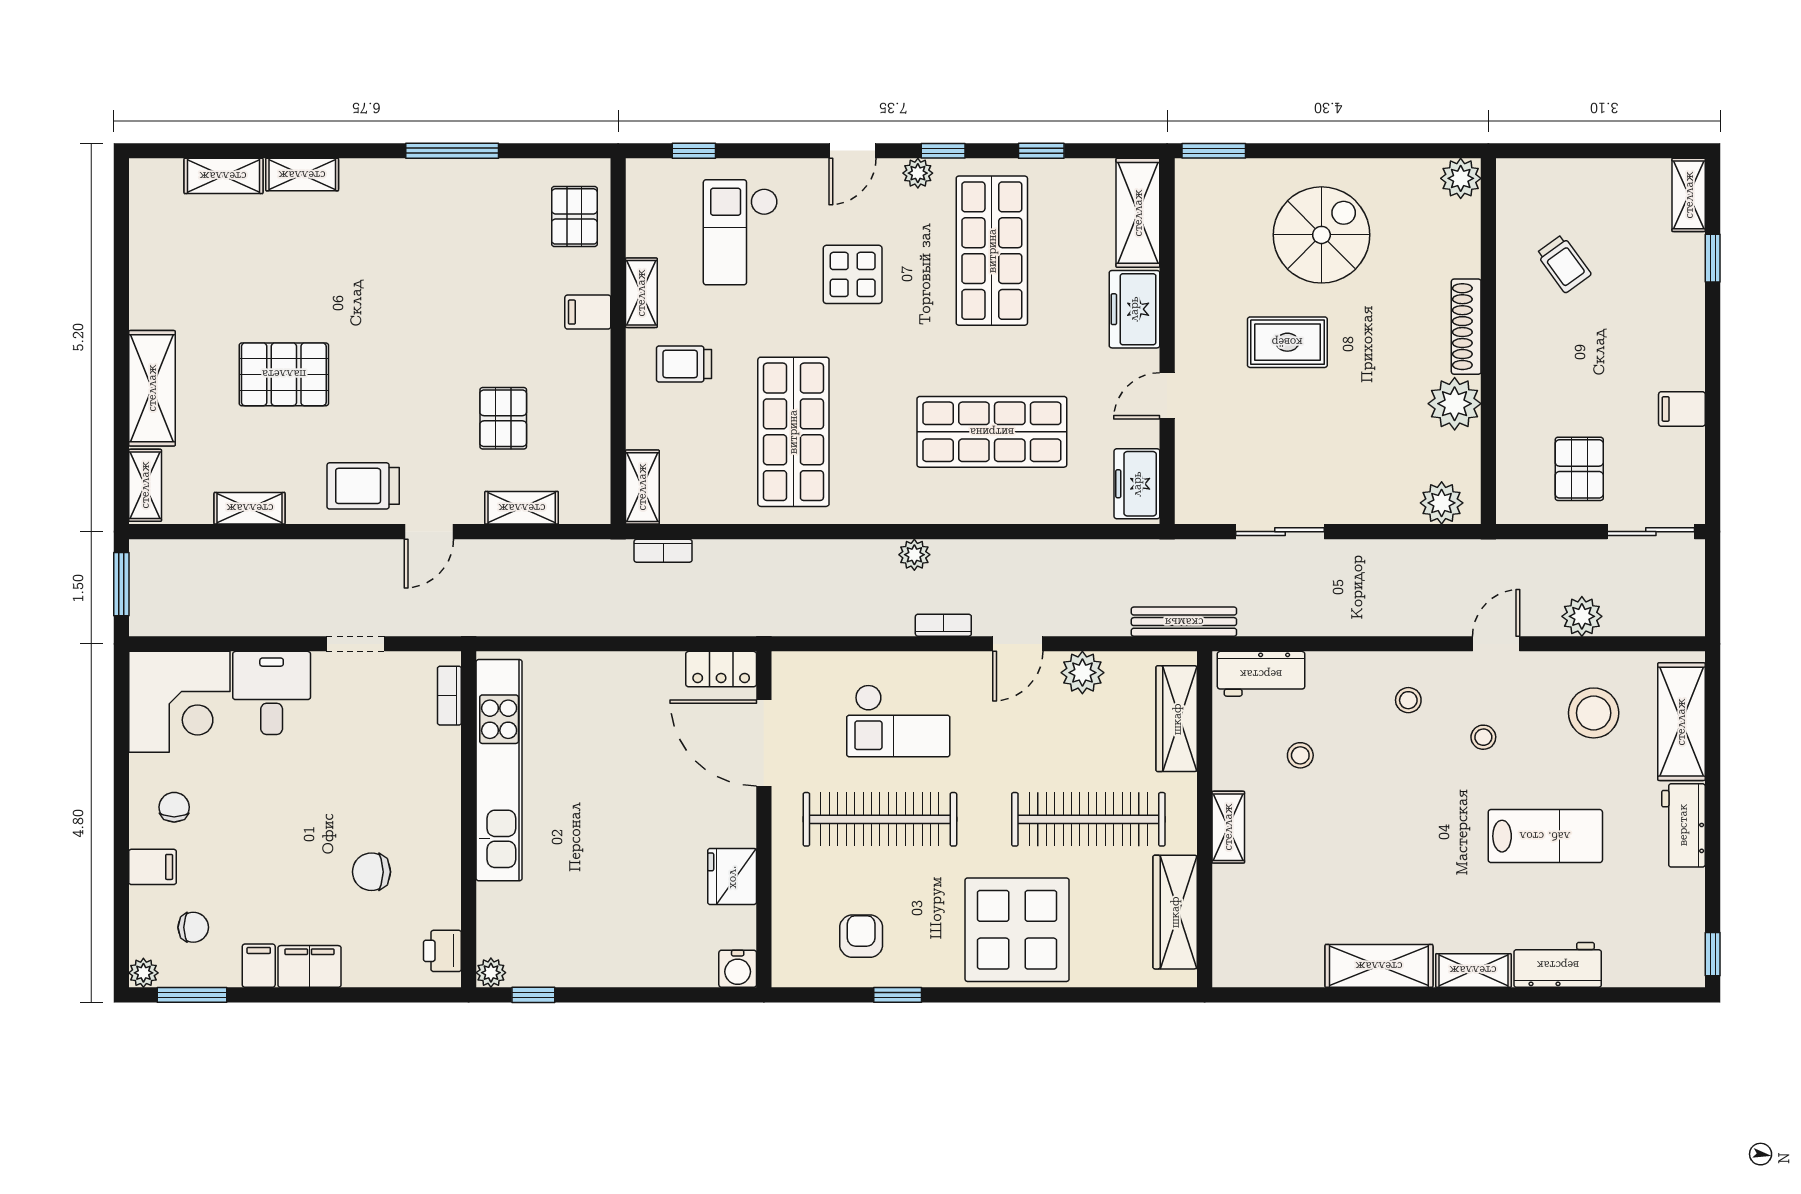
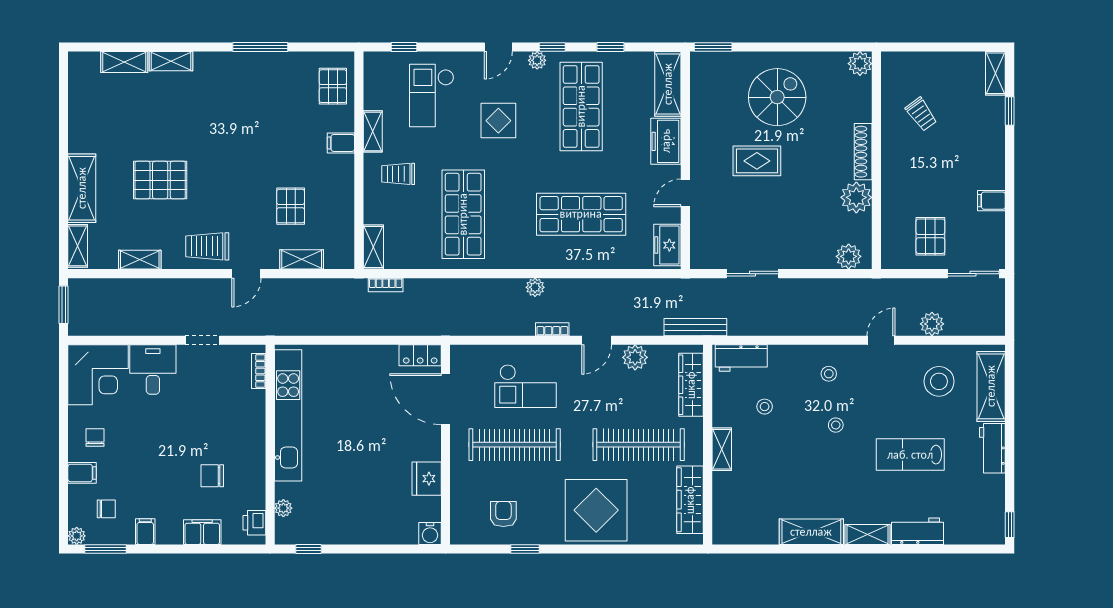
stool: (1483, 737) -> (836, 425), moved
lab bench: (1545, 836) -> (910, 455), turned 180
filing cabinet: (309, 966) -> (202, 532), moved
plant: (491, 973) -> (283, 508), moved

